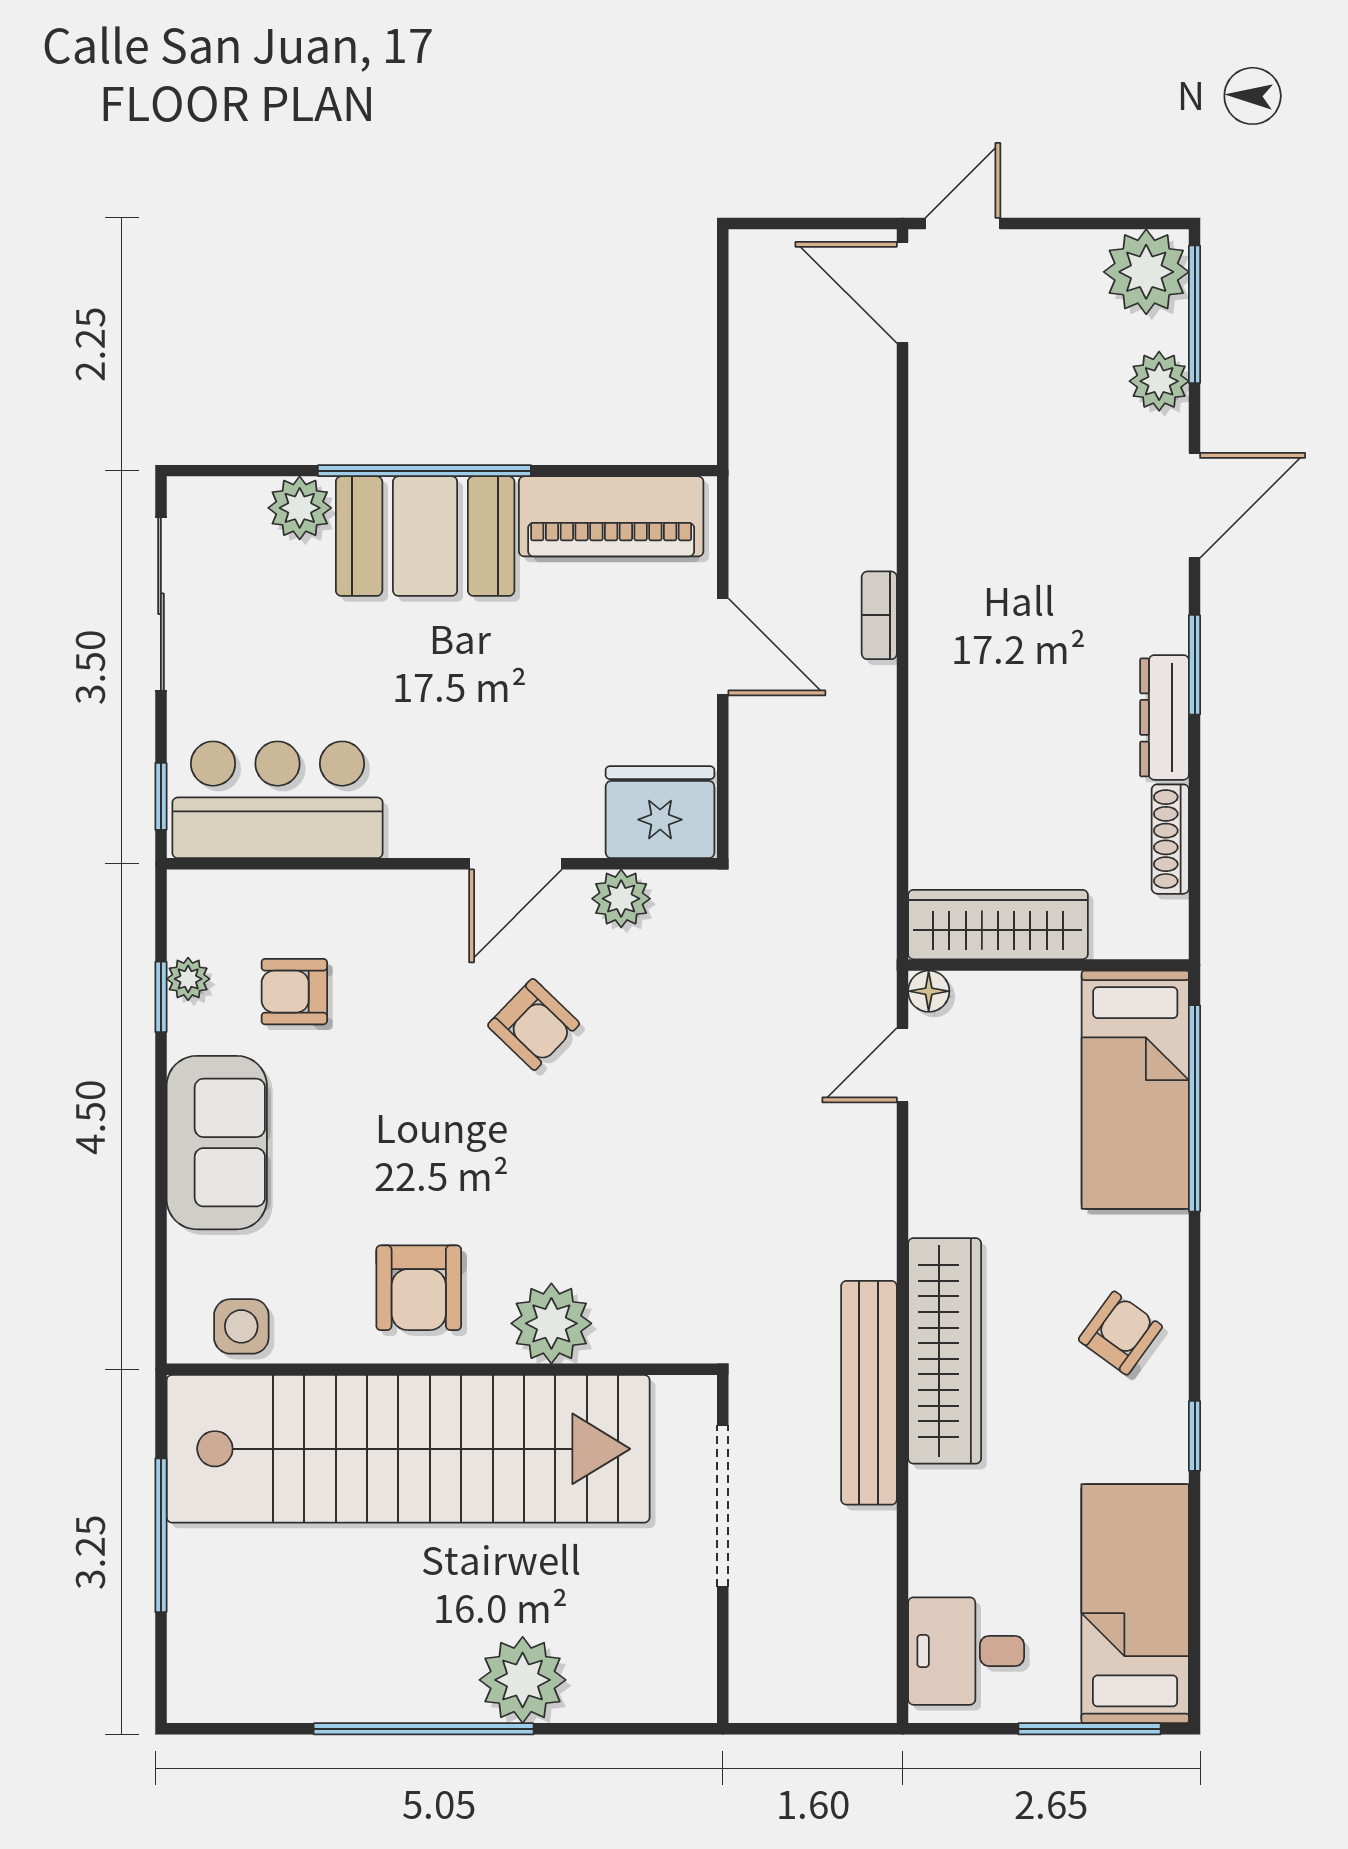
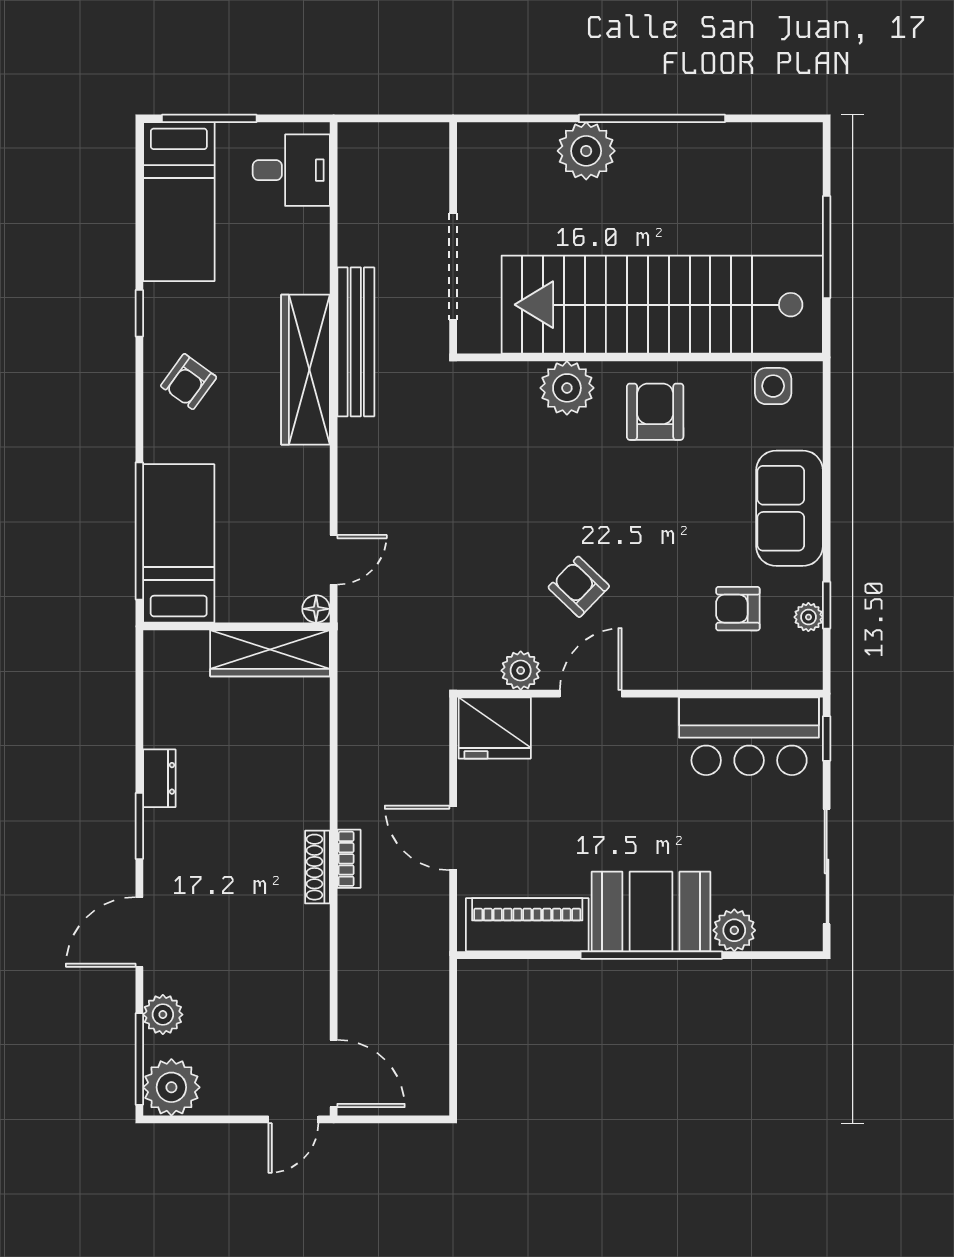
dresser: (1164, 717) -> (159, 778), width x0.70
shoe rack: (1170, 839) -> (317, 867), moved, turned 180
armchair: (294, 992) -> (738, 609), turned 180

